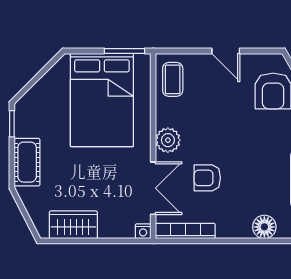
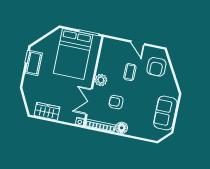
coffee table: (173, 79) -> (130, 72), moved
cot: (27, 162) -> (34, 63), moved
double door: (153, 188) -> (89, 102), swing flipped
floor lamp: (264, 227) -> (122, 128), moved

